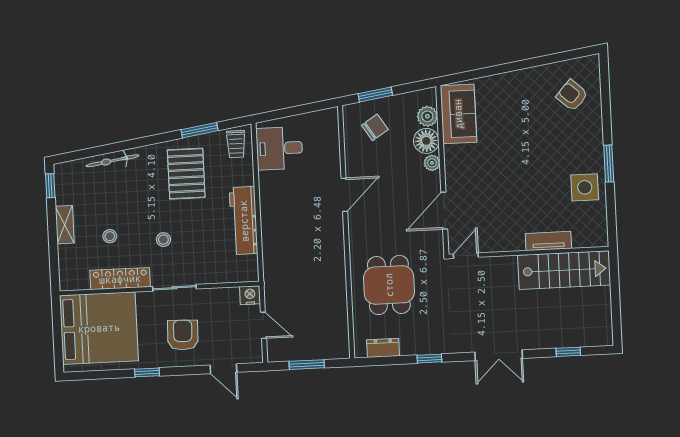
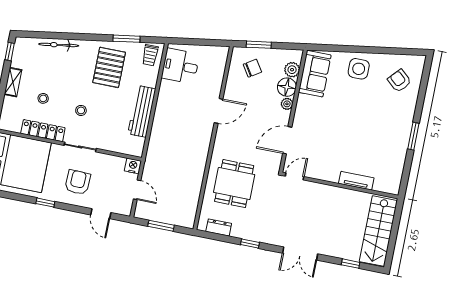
side table: (585, 187) -> (359, 69), moved
stairs: (564, 270) -> (378, 231), moved, turned 90

